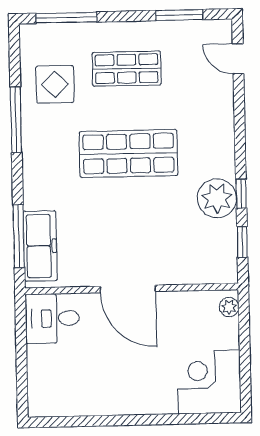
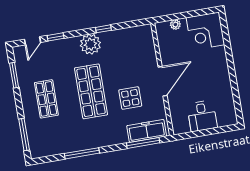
display table: (55, 84) -> (130, 98), moved
plant: (217, 198) -> (90, 44), moved
window: (242, 242) -> (56, 37), moved
plant: (229, 307) -> (175, 25), moved
desk: (52, 318) -> (202, 116), moved

